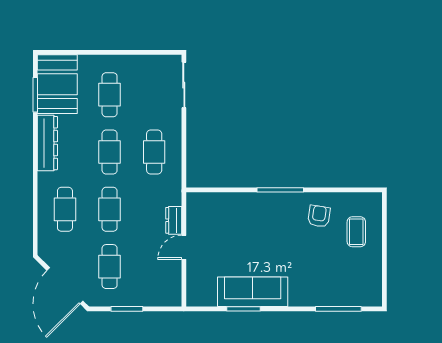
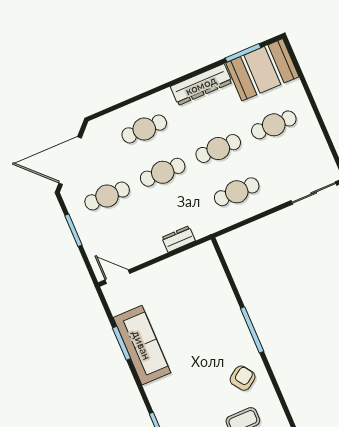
armchair: (319, 216) -> (243, 378), turned -44
door: (184, 247) -> (117, 277), moved

